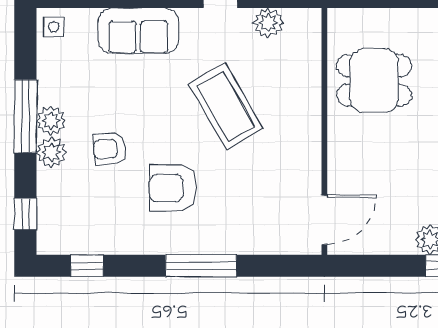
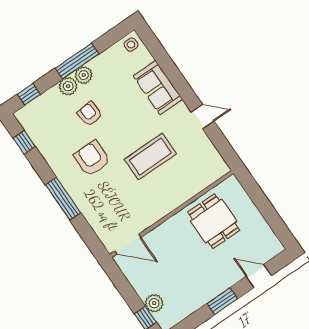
plant: (268, 23) -> (206, 149), removed
coffee table: (226, 106) -> (150, 157), turned 30

